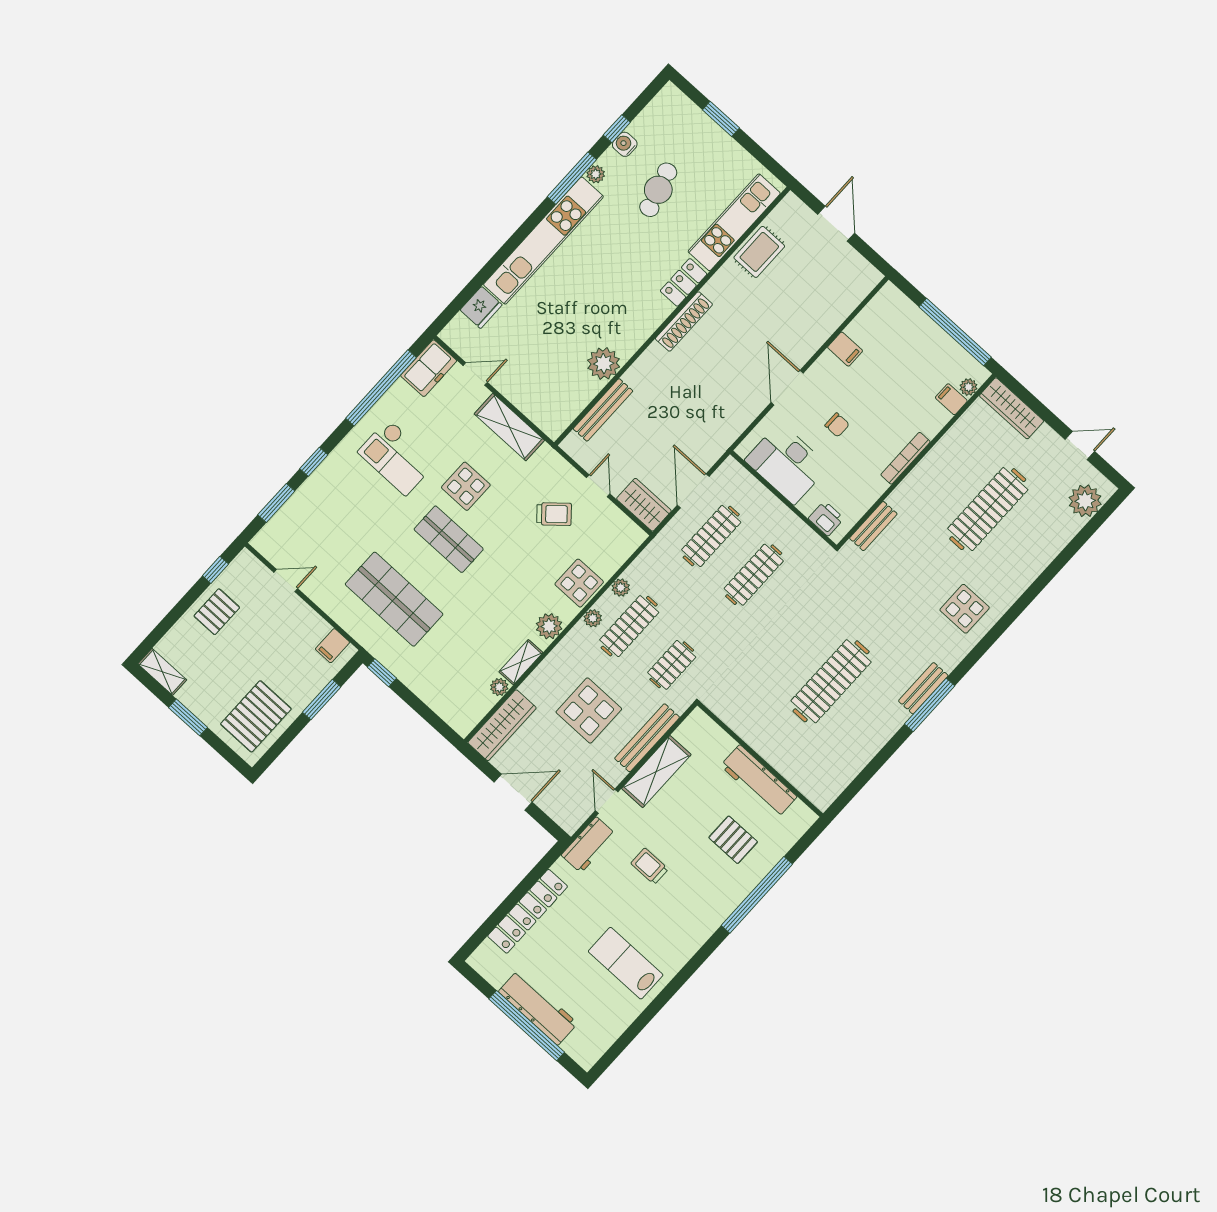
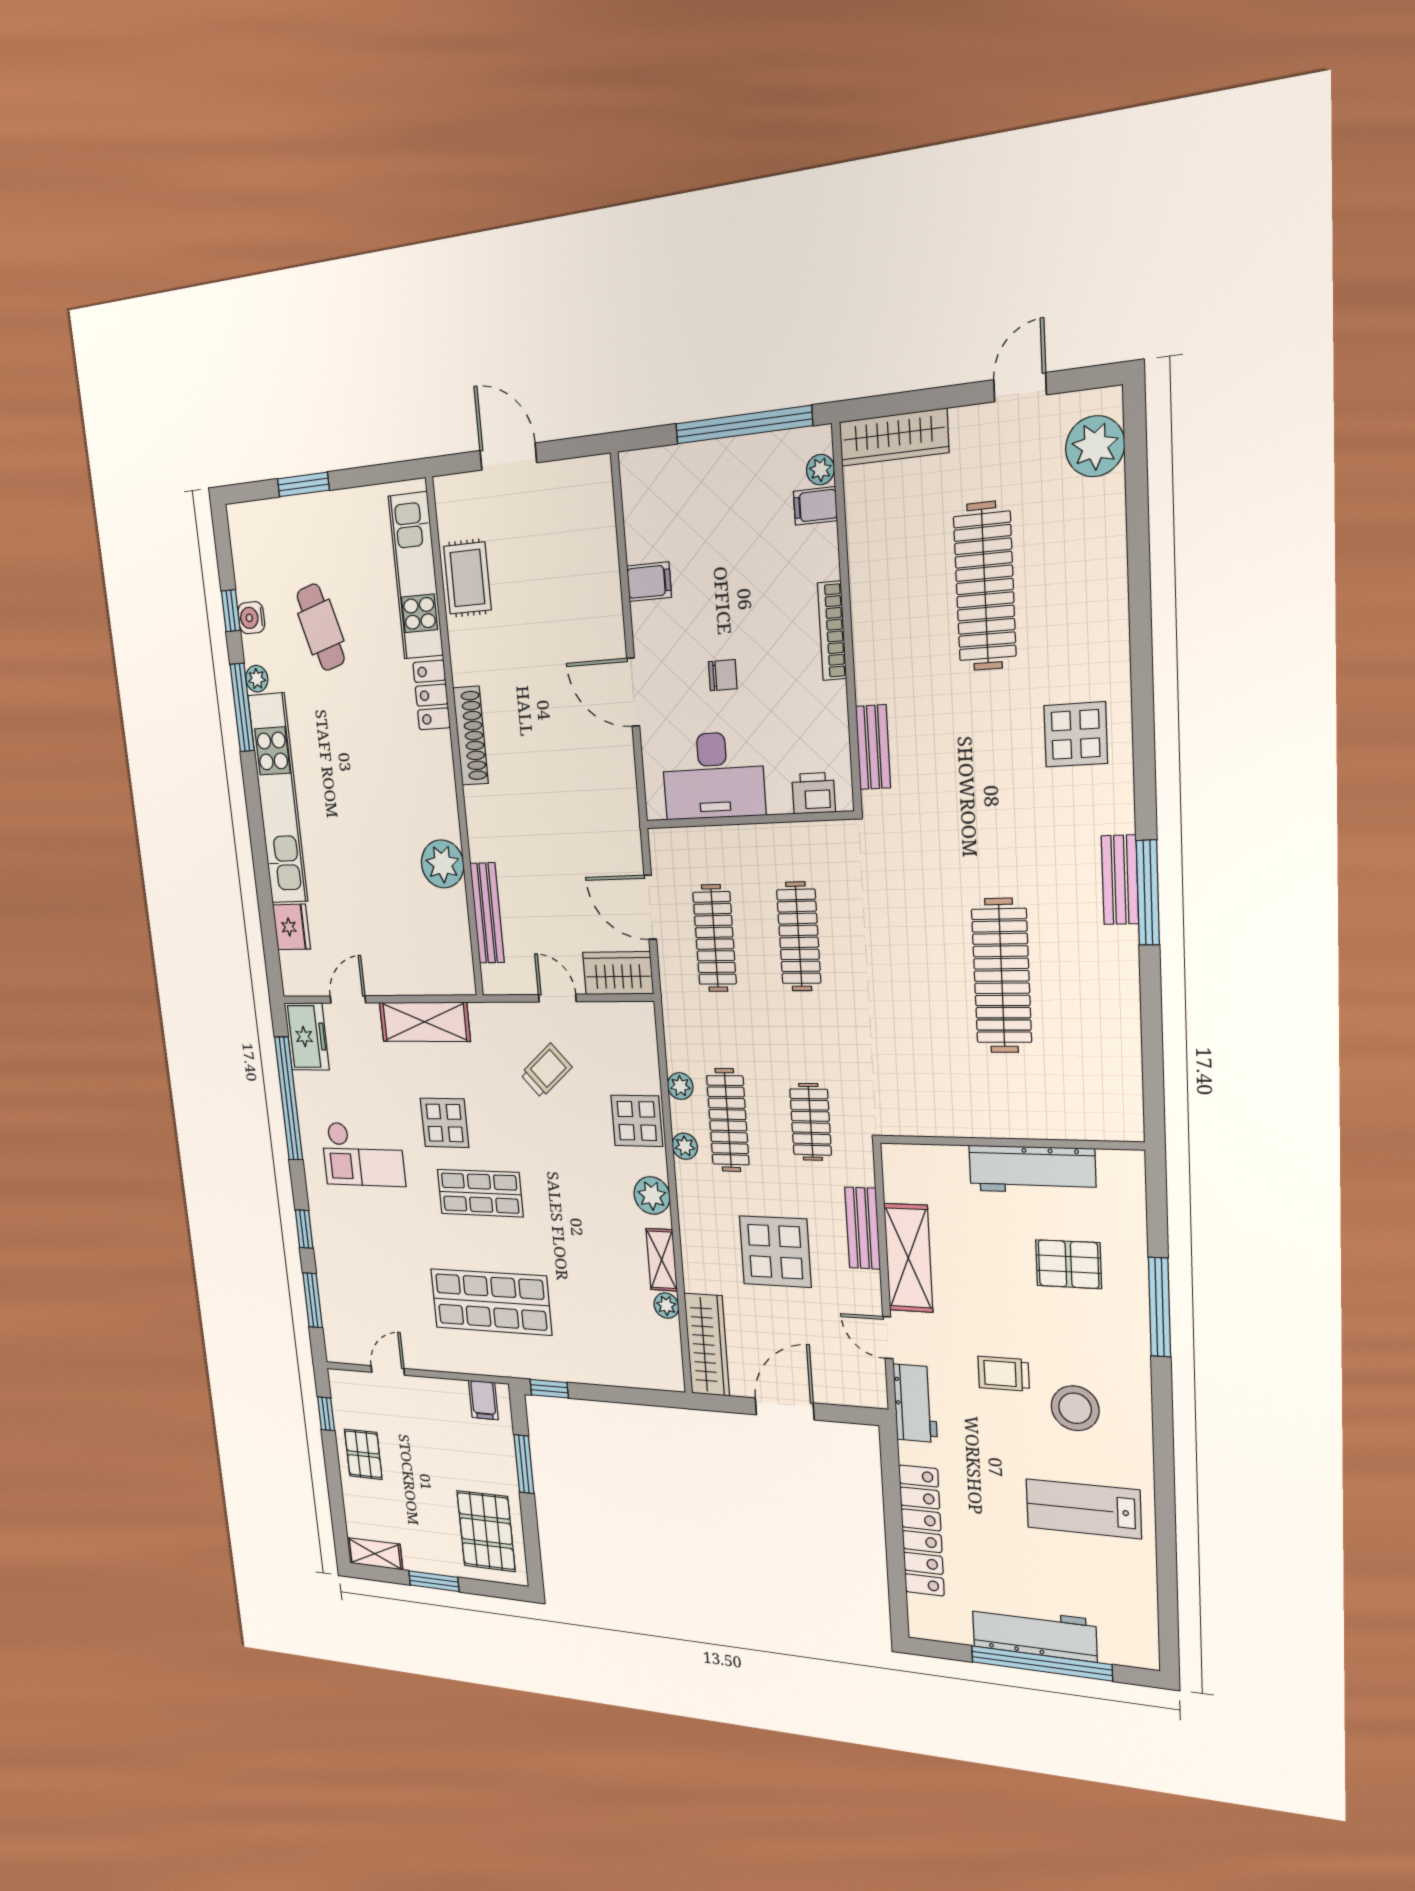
bench: (647, 738) -> (863, 1228), width x0.73
window: (757, 895) -> (1159, 1307), width x0.68
stool: (669, 911) -> (1075, 1408), added

